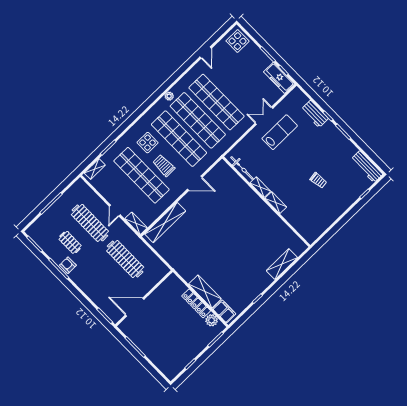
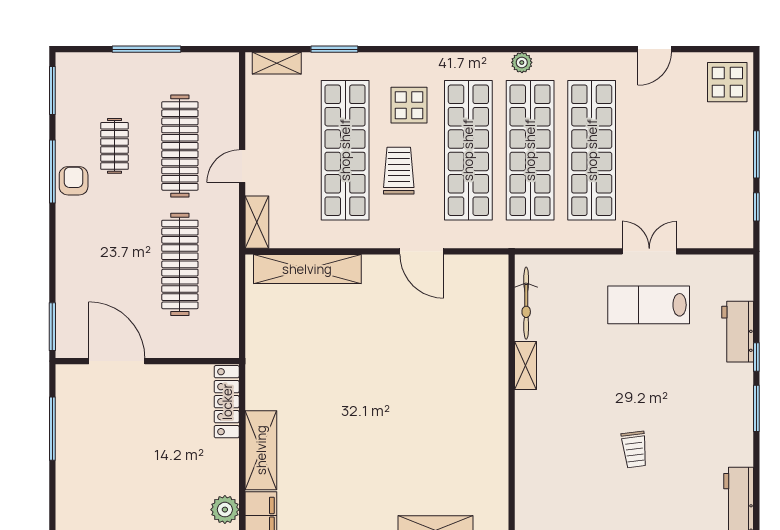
freezer: (279, 78) -> (737, 212), removed
lab bench: (280, 132) -> (649, 305), turned 180
shelving: (276, 203) -> (526, 417), removed
locker: (196, 303) -> (227, 402), moved

